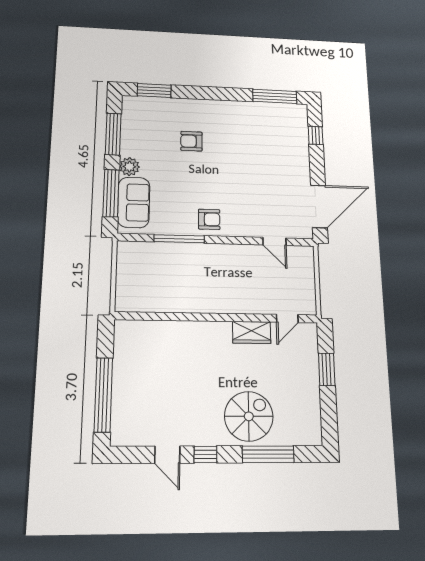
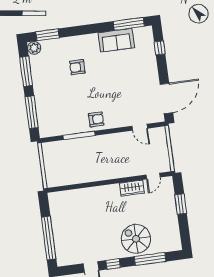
plant: (129, 167) -> (34, 48), moved
sofa: (134, 202) -> (116, 40), moved, turned 90
spiral stairs: (249, 416) -> (136, 239), turned -90

